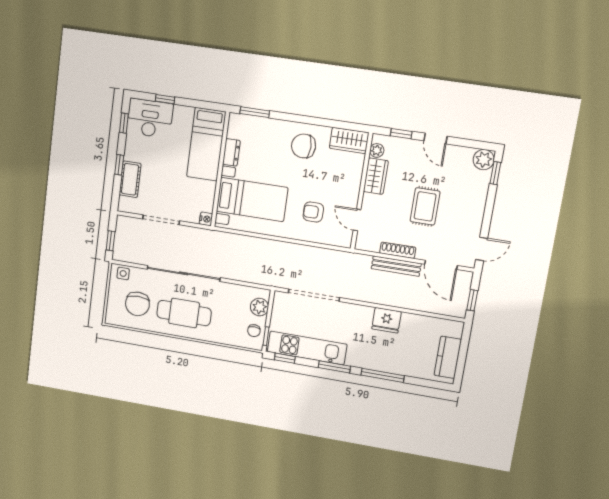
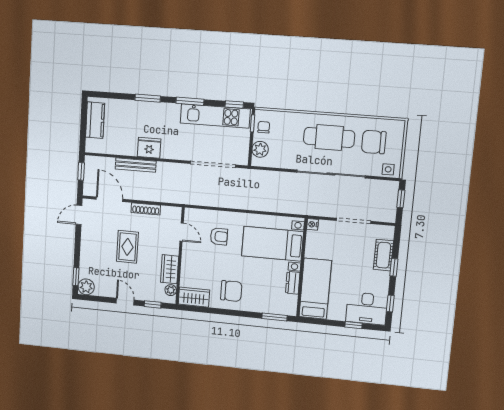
bench: (396, 266) -> (136, 165), moved
chair: (137, 304) -> (374, 142), turned -90
window: (383, 375) -> (148, 98), width x0.69

